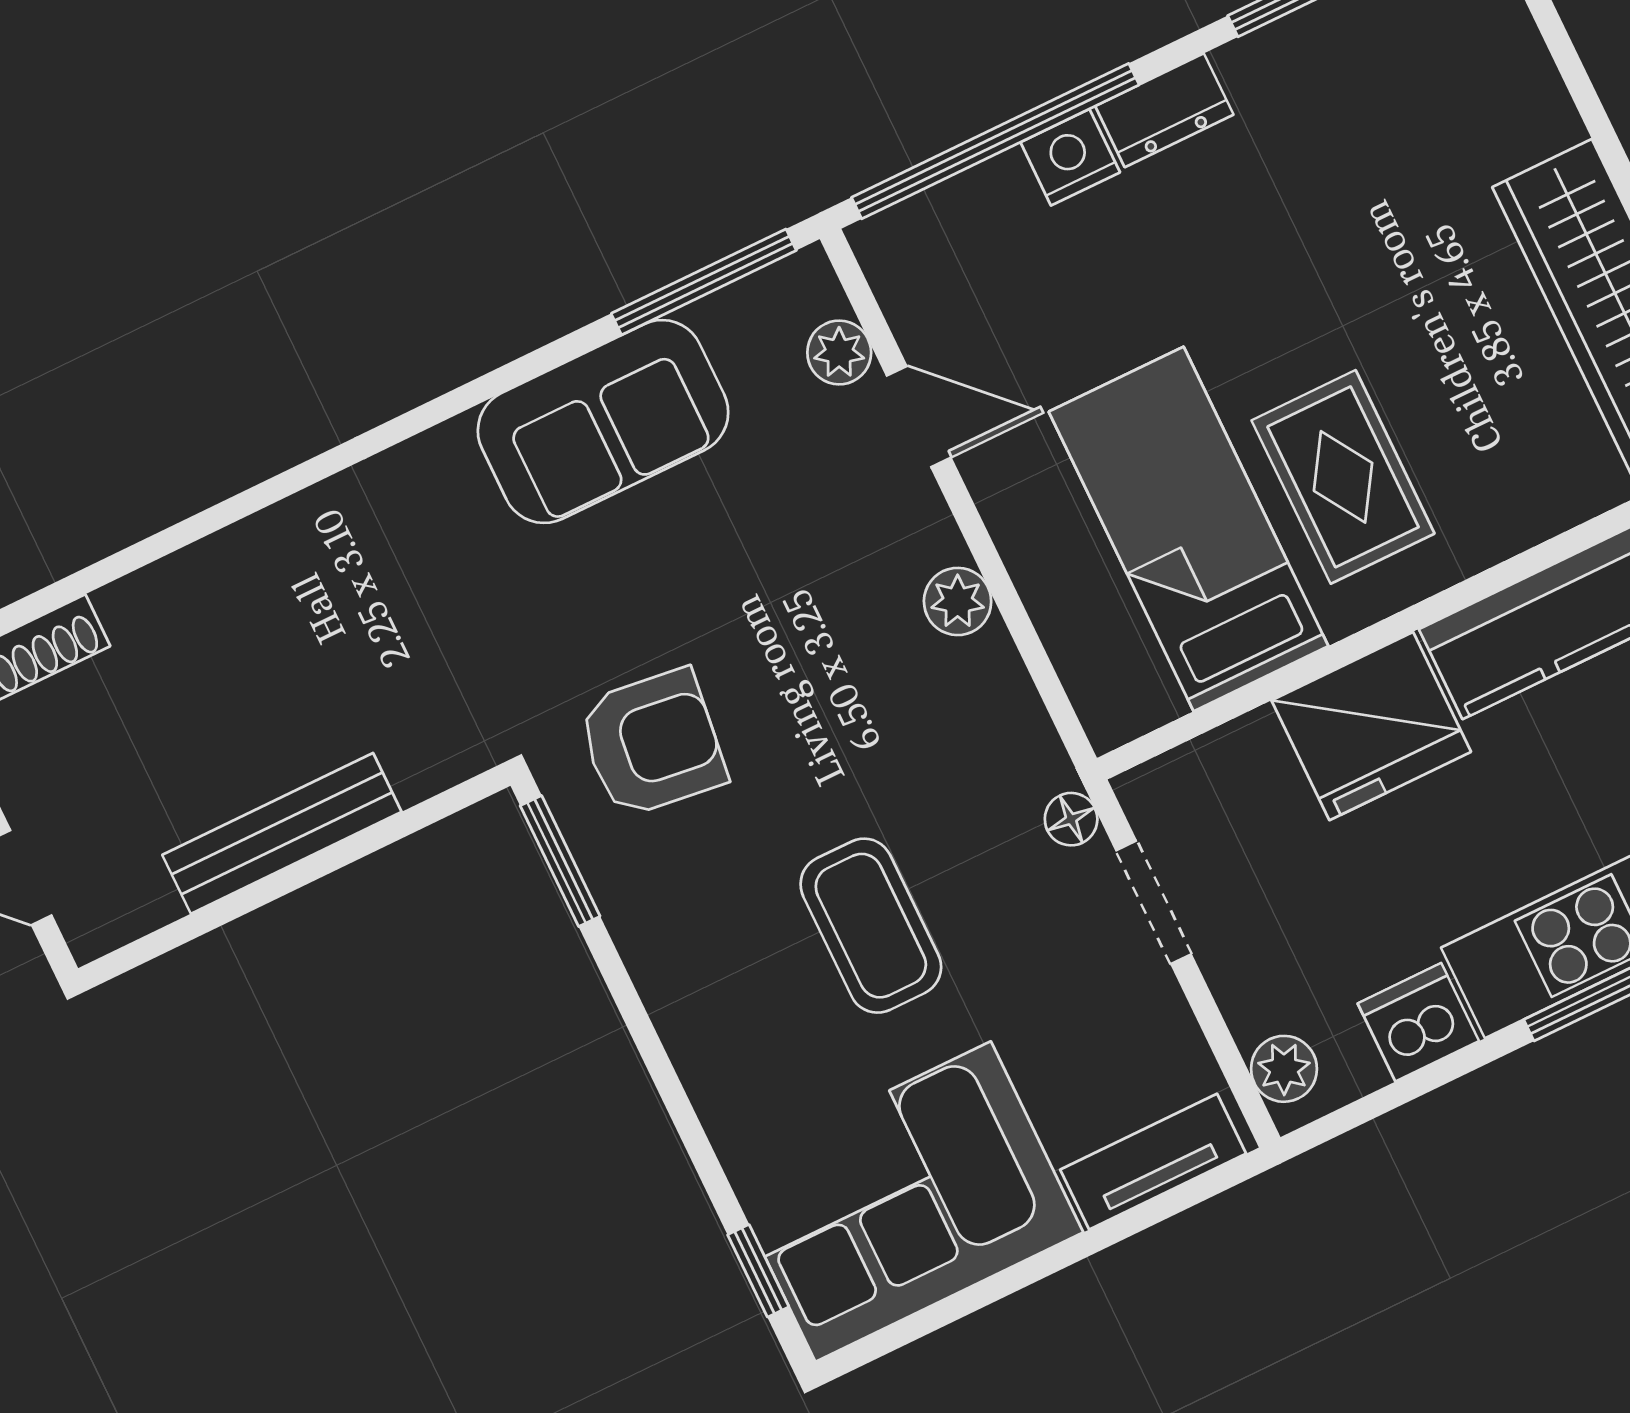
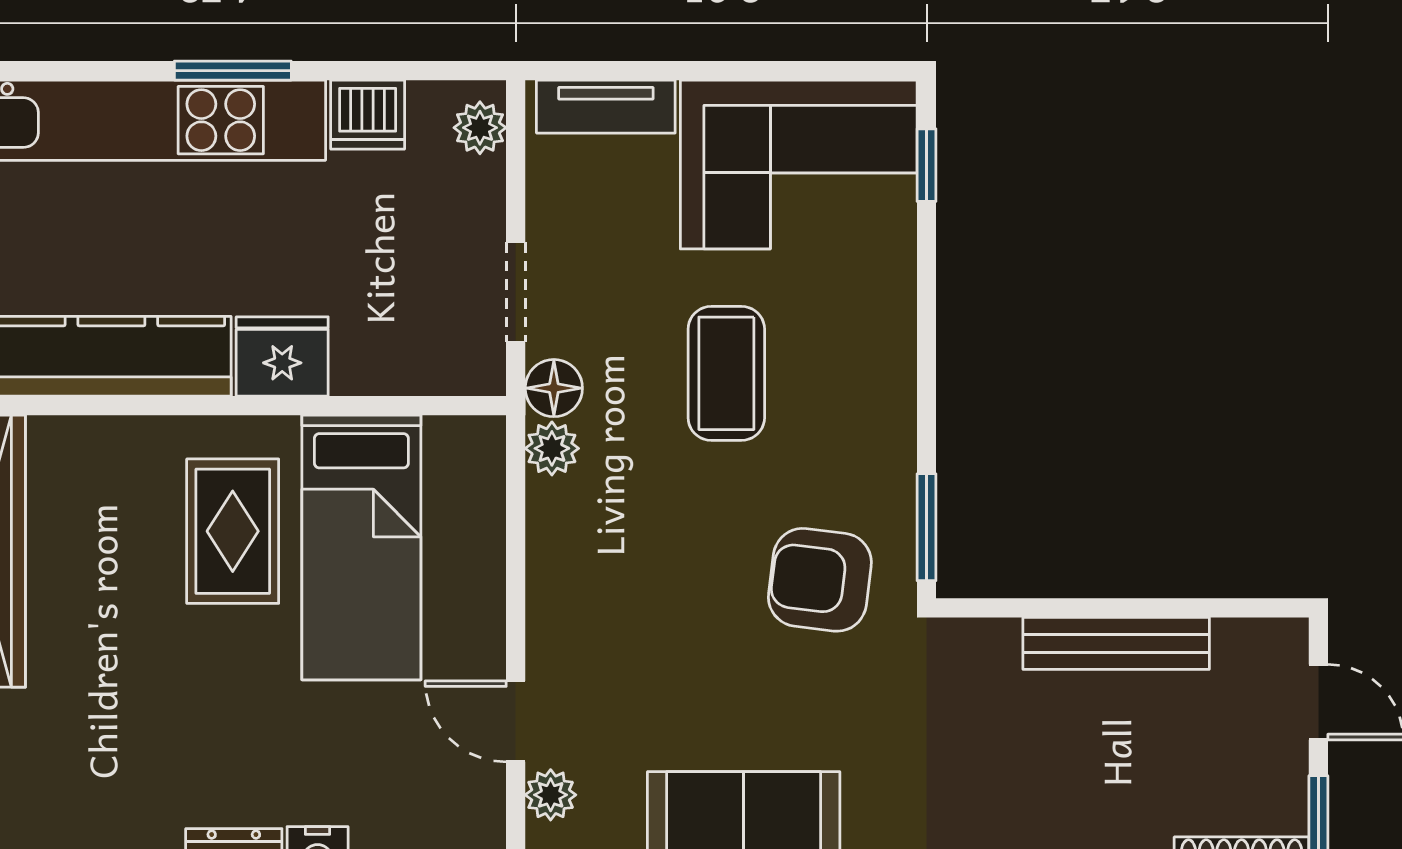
plant: (958, 601) -> (552, 448), moved
fridge: (1371, 726) -> (282, 356), width x0.73, depth x0.75
floor lamp: (1071, 819) -> (554, 388), width x1.37, depth x1.37

